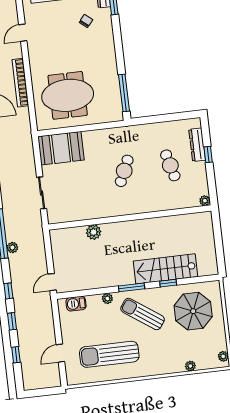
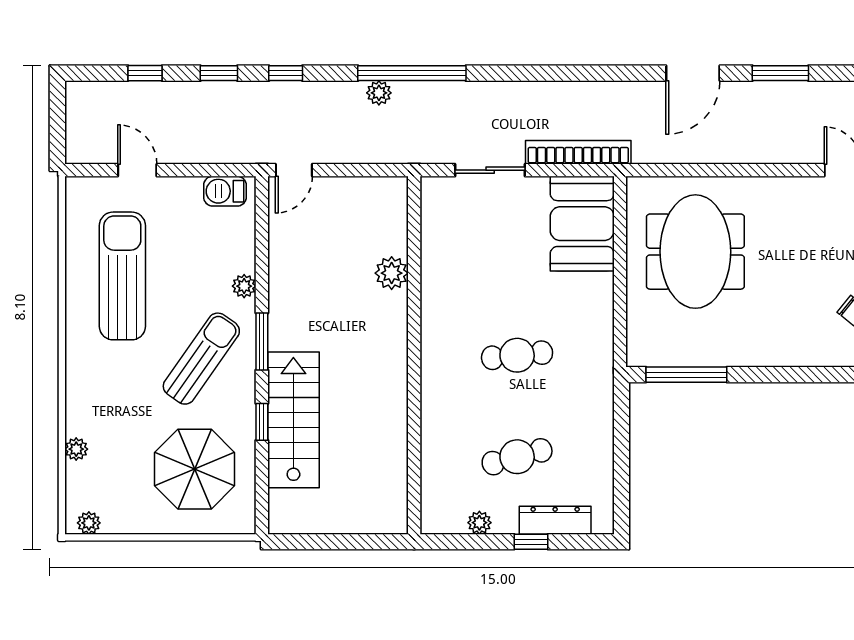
bookcase: (20, 83) -> (578, 152), moved
cafe table: (124, 171) -> (517, 355), turned -30
plant: (205, 201) -> (479, 523), moved
door: (52, 282) -> (294, 170), swing flipped
barbecue: (76, 304) -> (225, 191), moved, turned -90

